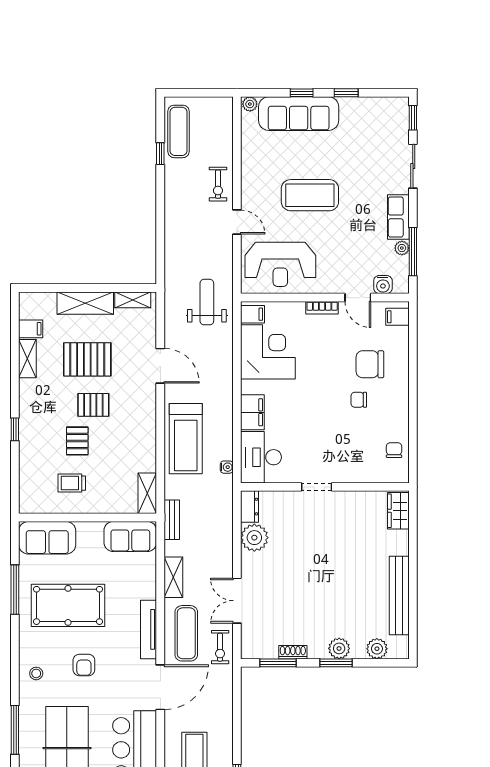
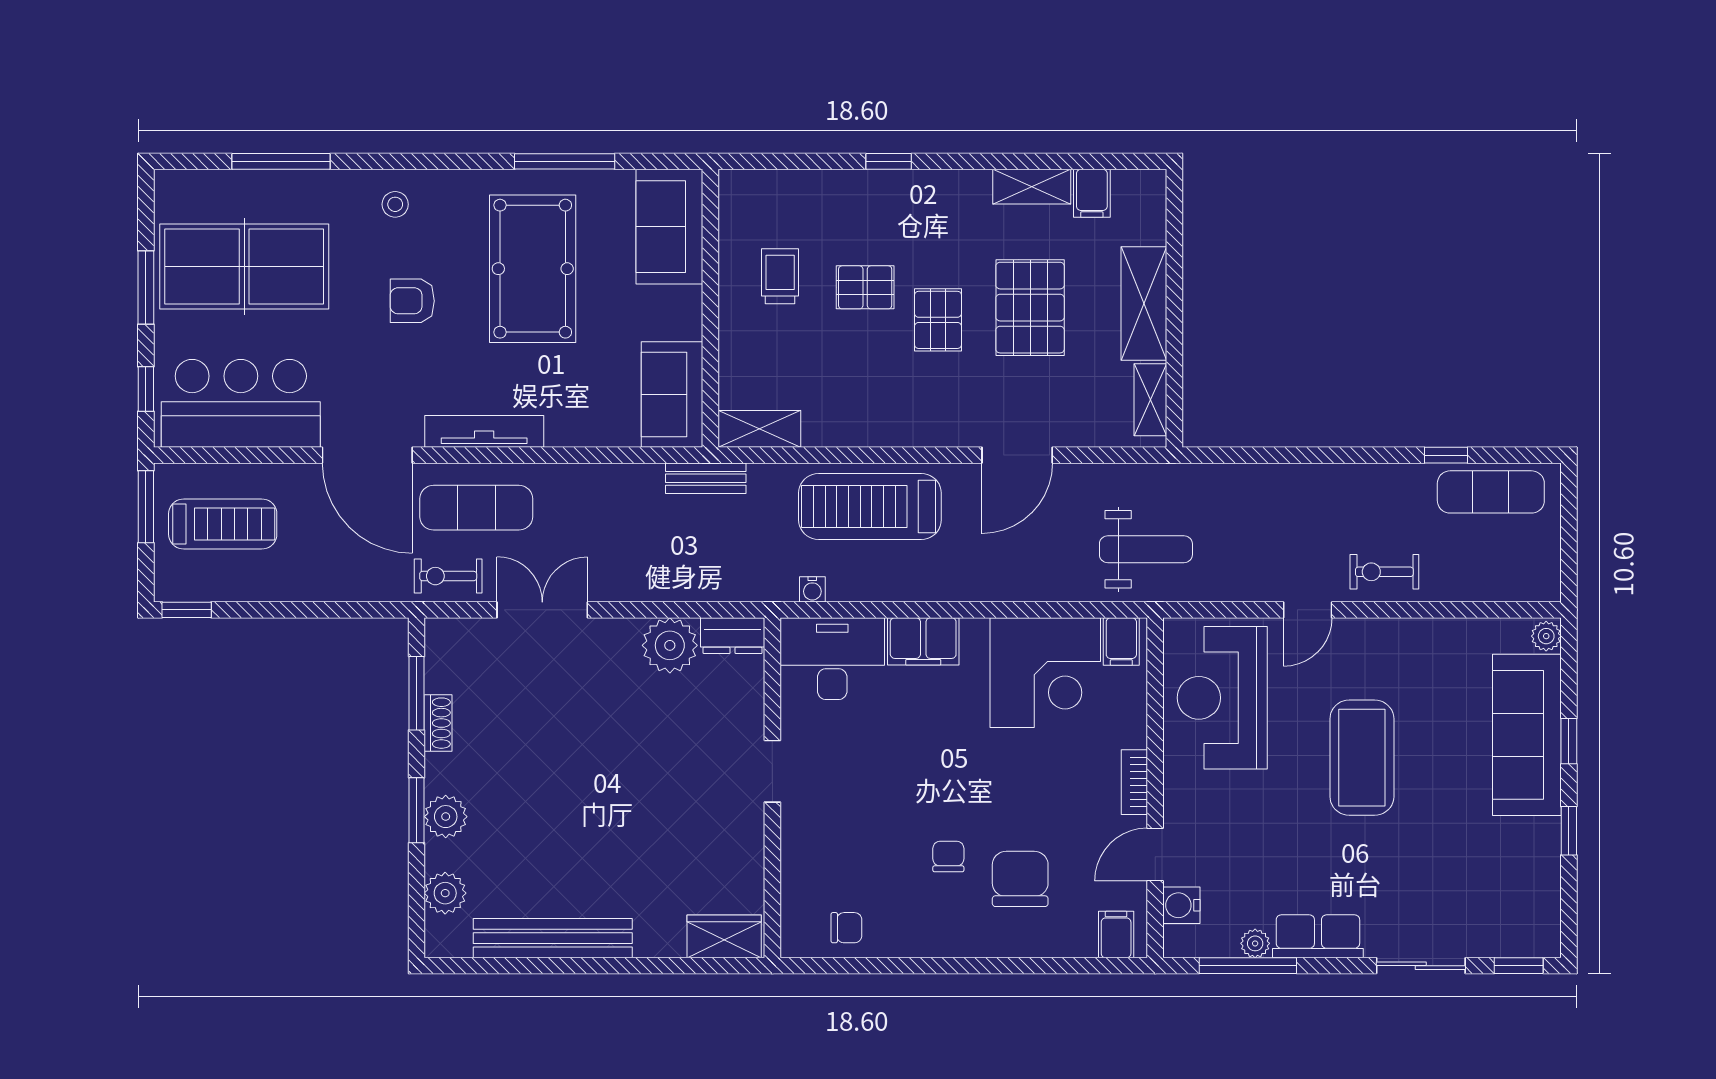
shelving: (173, 577) -> (590, 482), removed

